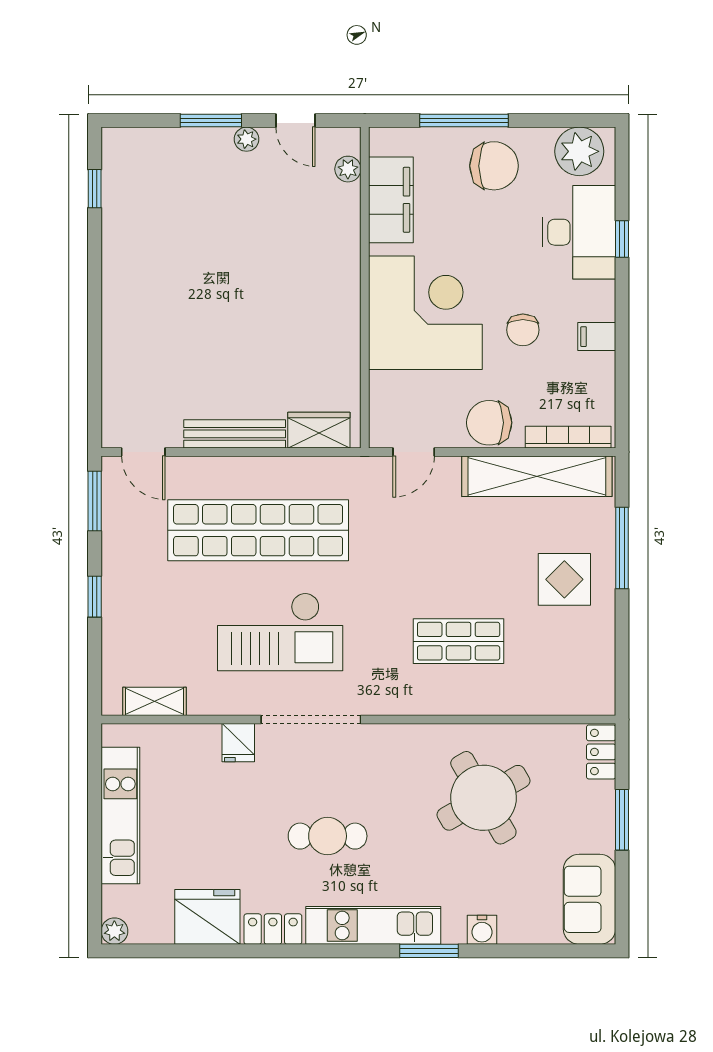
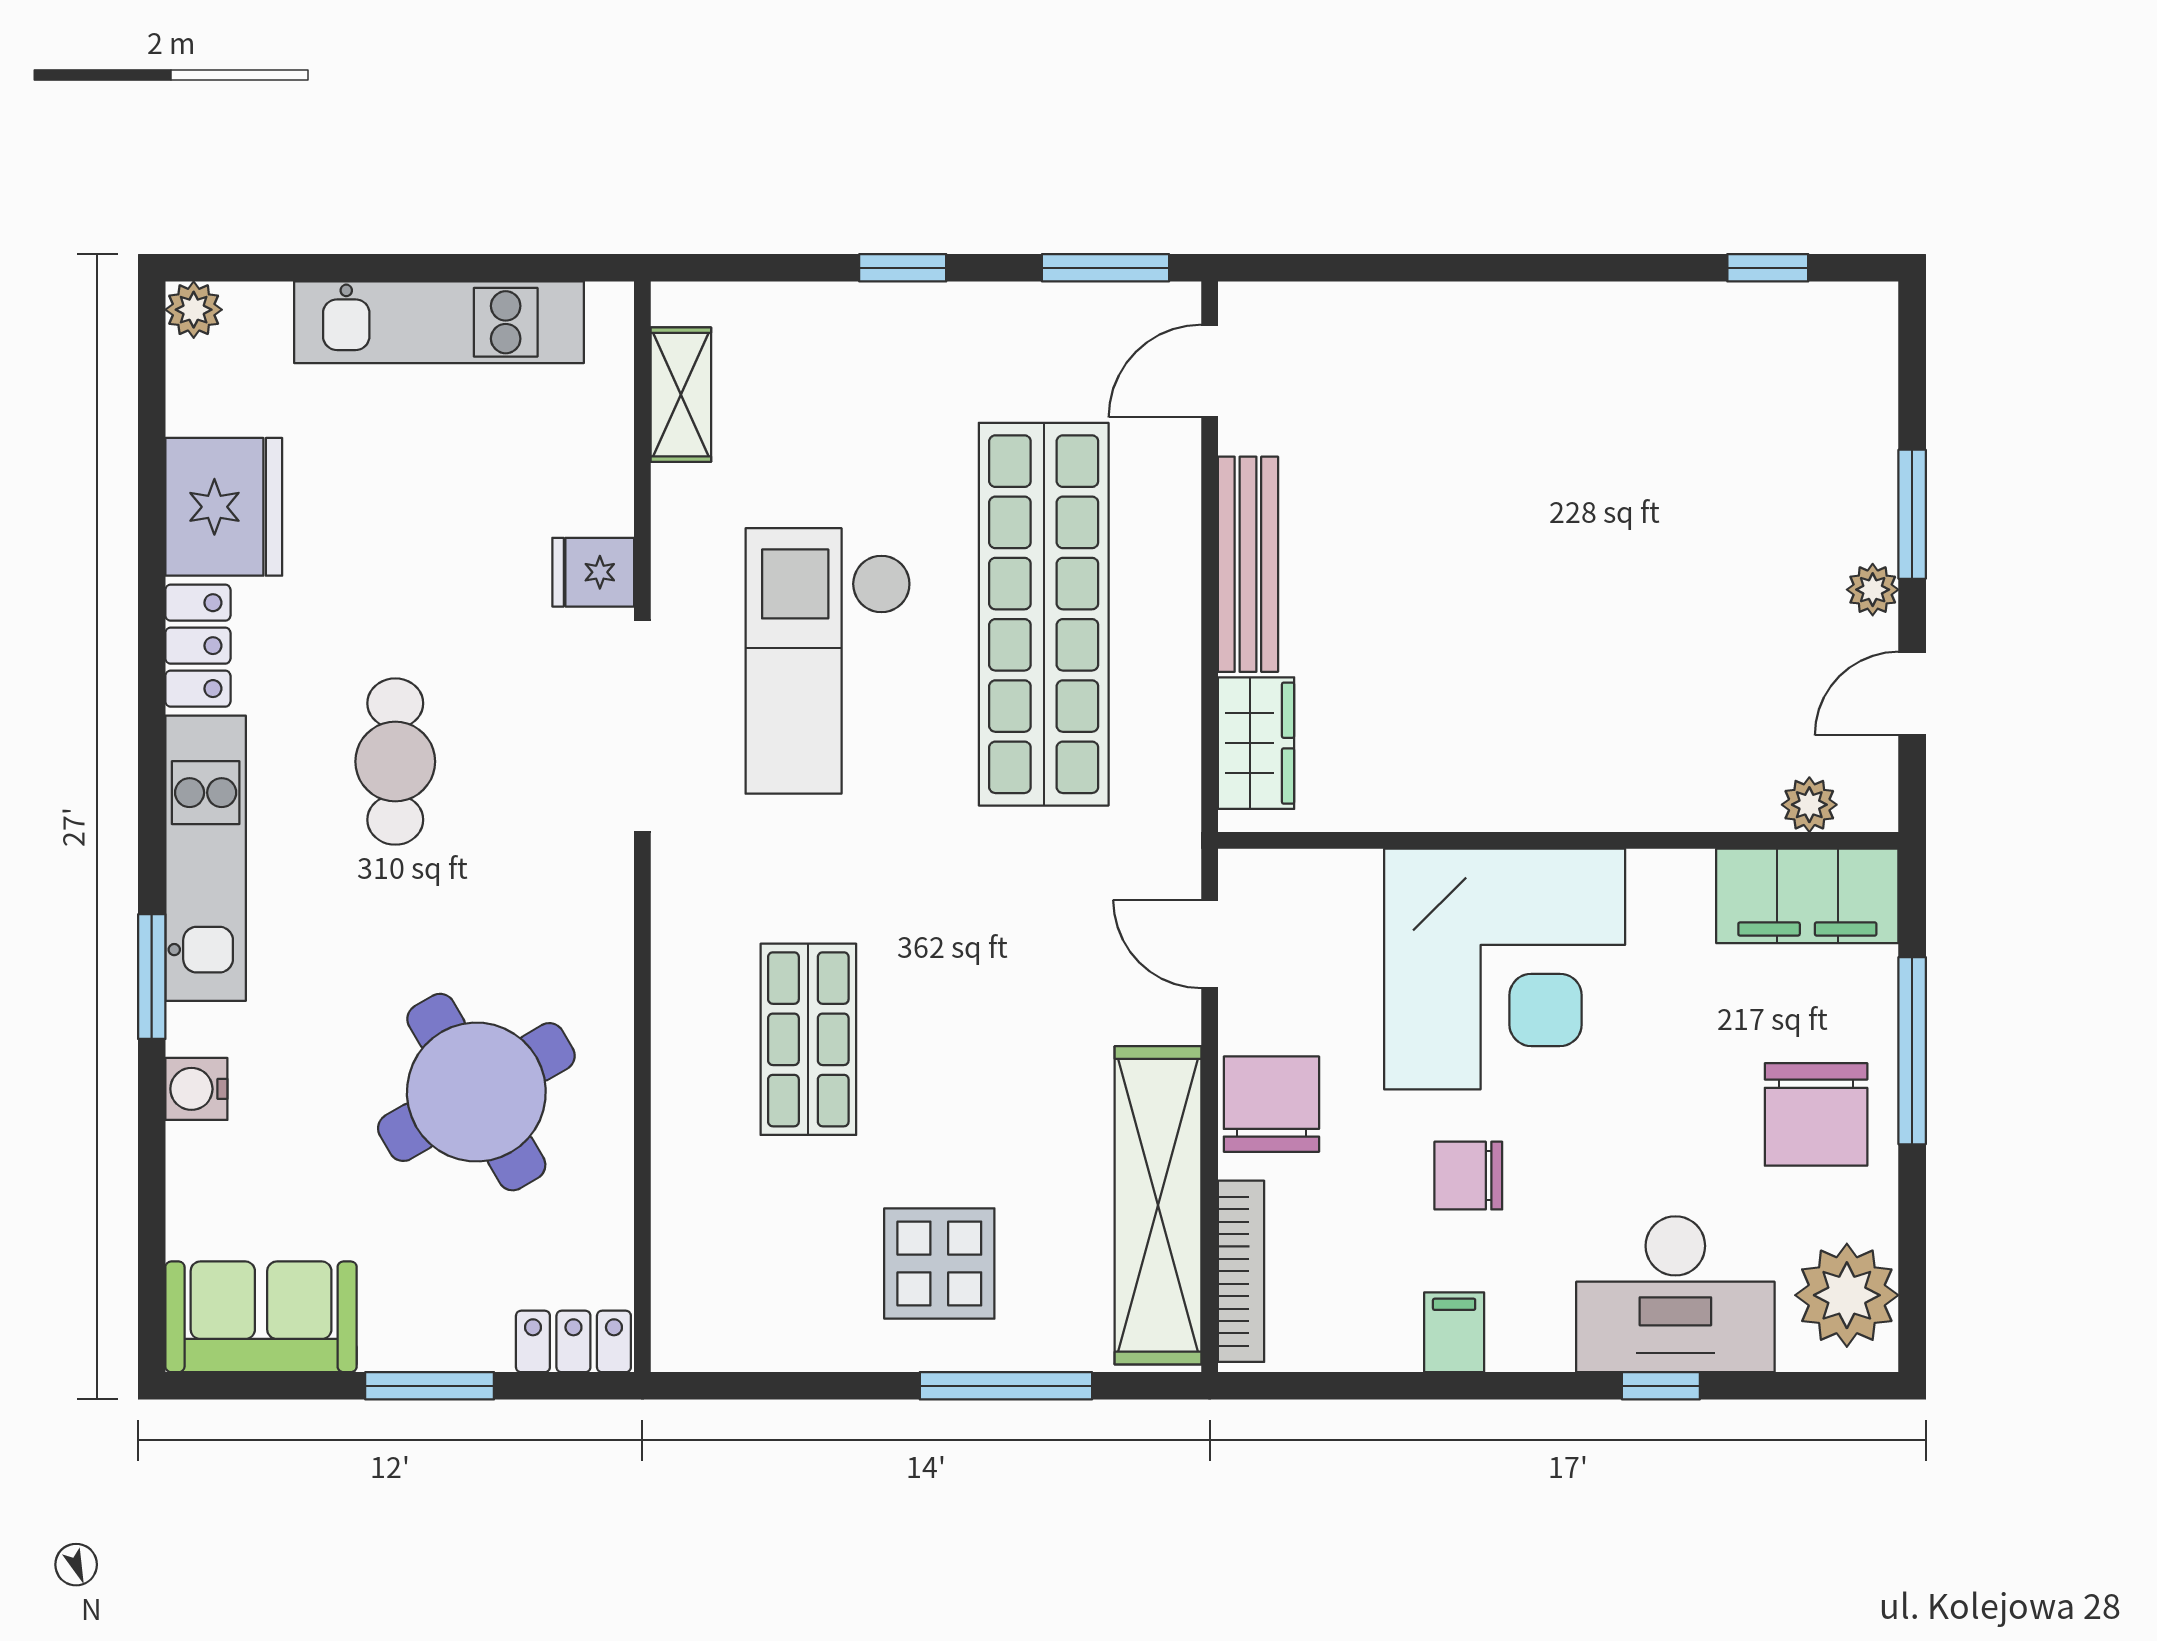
filing cabinet: (391, 200) -> (1807, 896), moved

